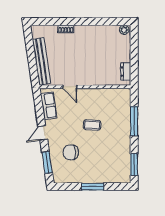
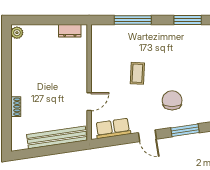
chair: (71, 152) -> (172, 100), turned 180

